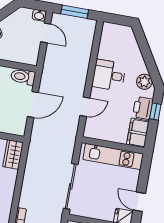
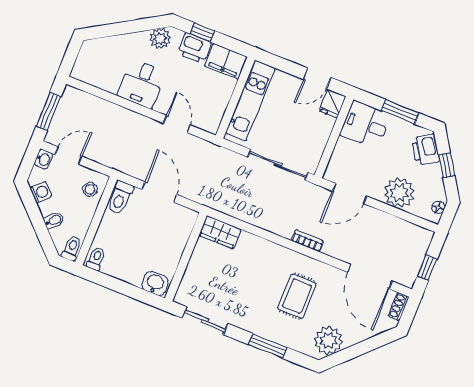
washing machine: (15, 18) -> (41, 192), added
stool: (24, 54) -> (90, 189), added

